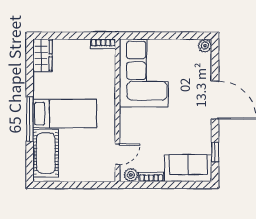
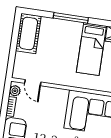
bed: (65, 114) -> (91, 49), moved
cot: (46, 153) -> (28, 33), moved, turned 90

